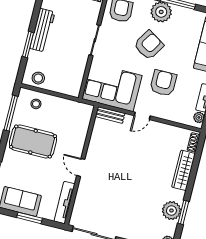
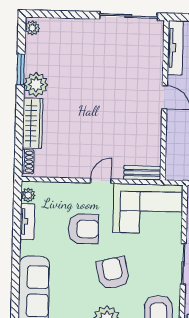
armchair: (149, 45) -> (113, 273), turned 135
armchair: (163, 83) -> (83, 229), turned -90
plant: (171, 211) -> (36, 84), moved

